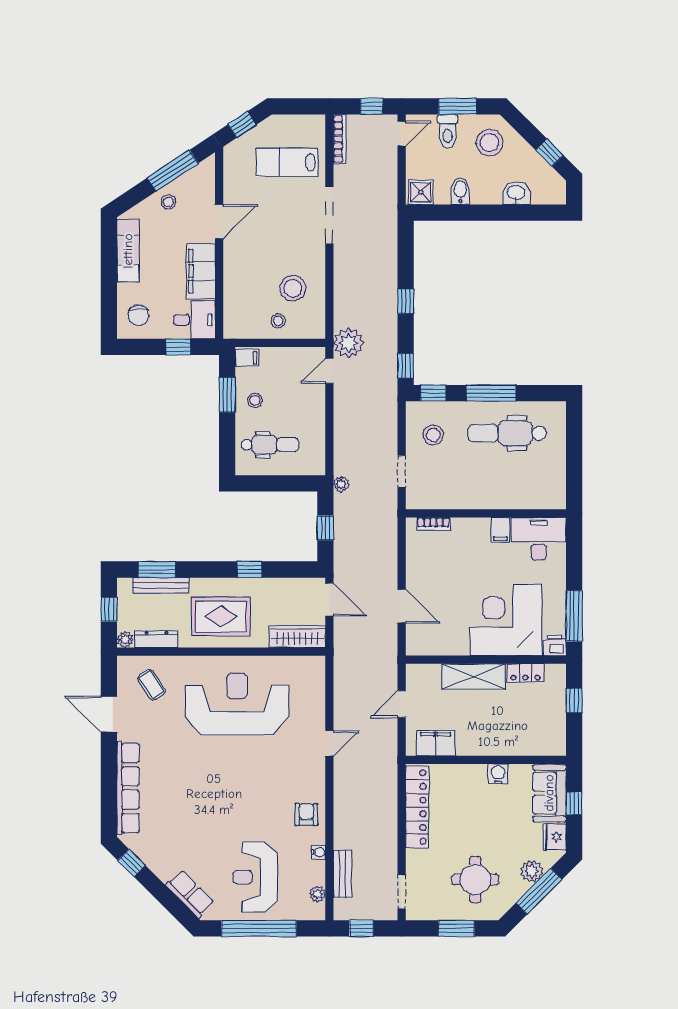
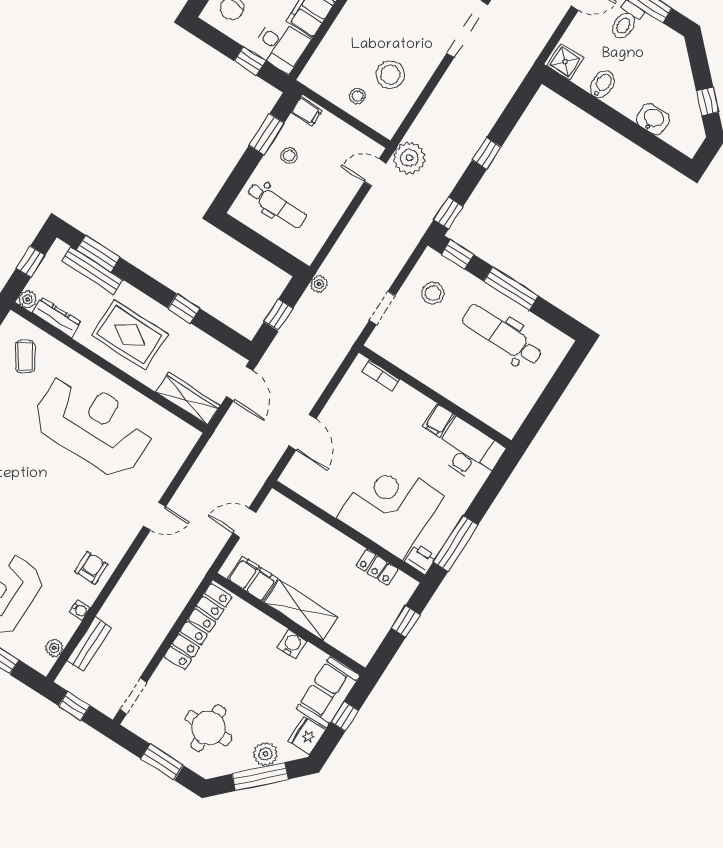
stool: (490, 142) -> (658, 57), removed
shelving: (474, 676) -> (301, 610), moved

